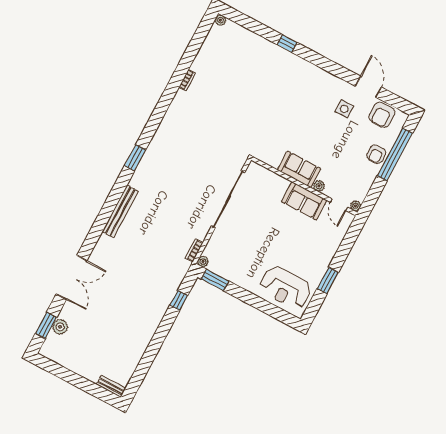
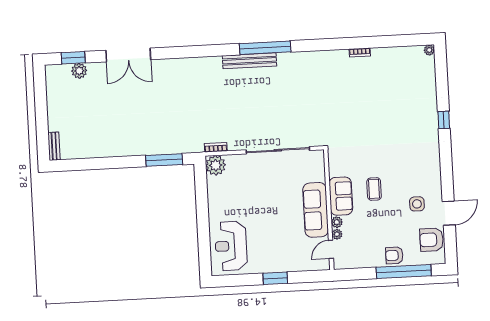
coffee table: (310, 138) -> (374, 189), added
window: (135, 158) -> (265, 48), width x2.11
sofa: (304, 201) -> (316, 210), width x1.36
plant: (355, 206) -> (337, 234), moved
bench: (120, 211) -> (249, 61), moved
plant: (203, 261) -> (216, 165), width x1.88, depth x1.88
window: (215, 280) -> (201, 181), removed
window: (328, 280) -> (275, 278), moved
window: (179, 300) -> (164, 160), width x2.17

